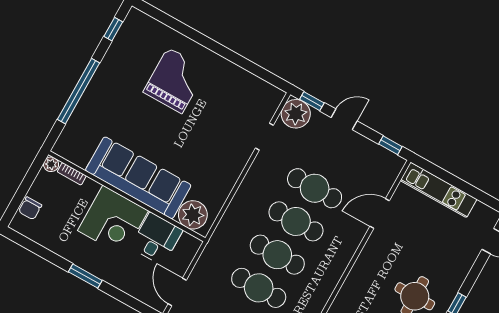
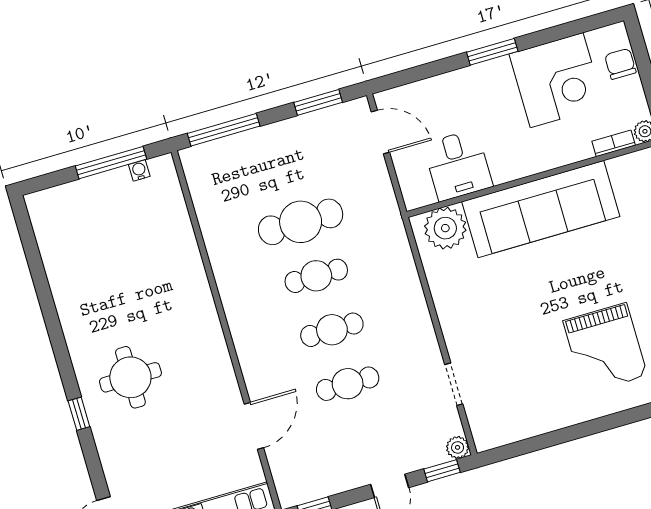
plant: (296, 114) -> (458, 447), width x0.53, depth x0.53
cafe table: (315, 188) -> (348, 384), width x0.73, depth x0.74
corner desk: (113, 221) -> (557, 80), moved, turned 180
cafe table: (296, 221) -> (332, 330), width x0.73, depth x0.74
cafe table: (277, 255) -> (316, 276), width x0.73, depth x0.74

